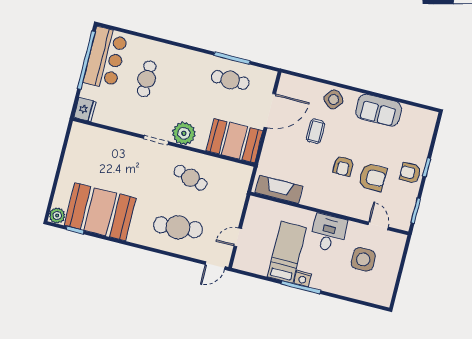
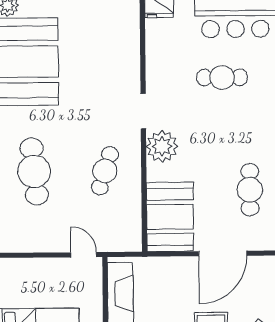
door: (270, 111) -> (223, 253), hinge flipped
door: (238, 237) -> (84, 255), moved

